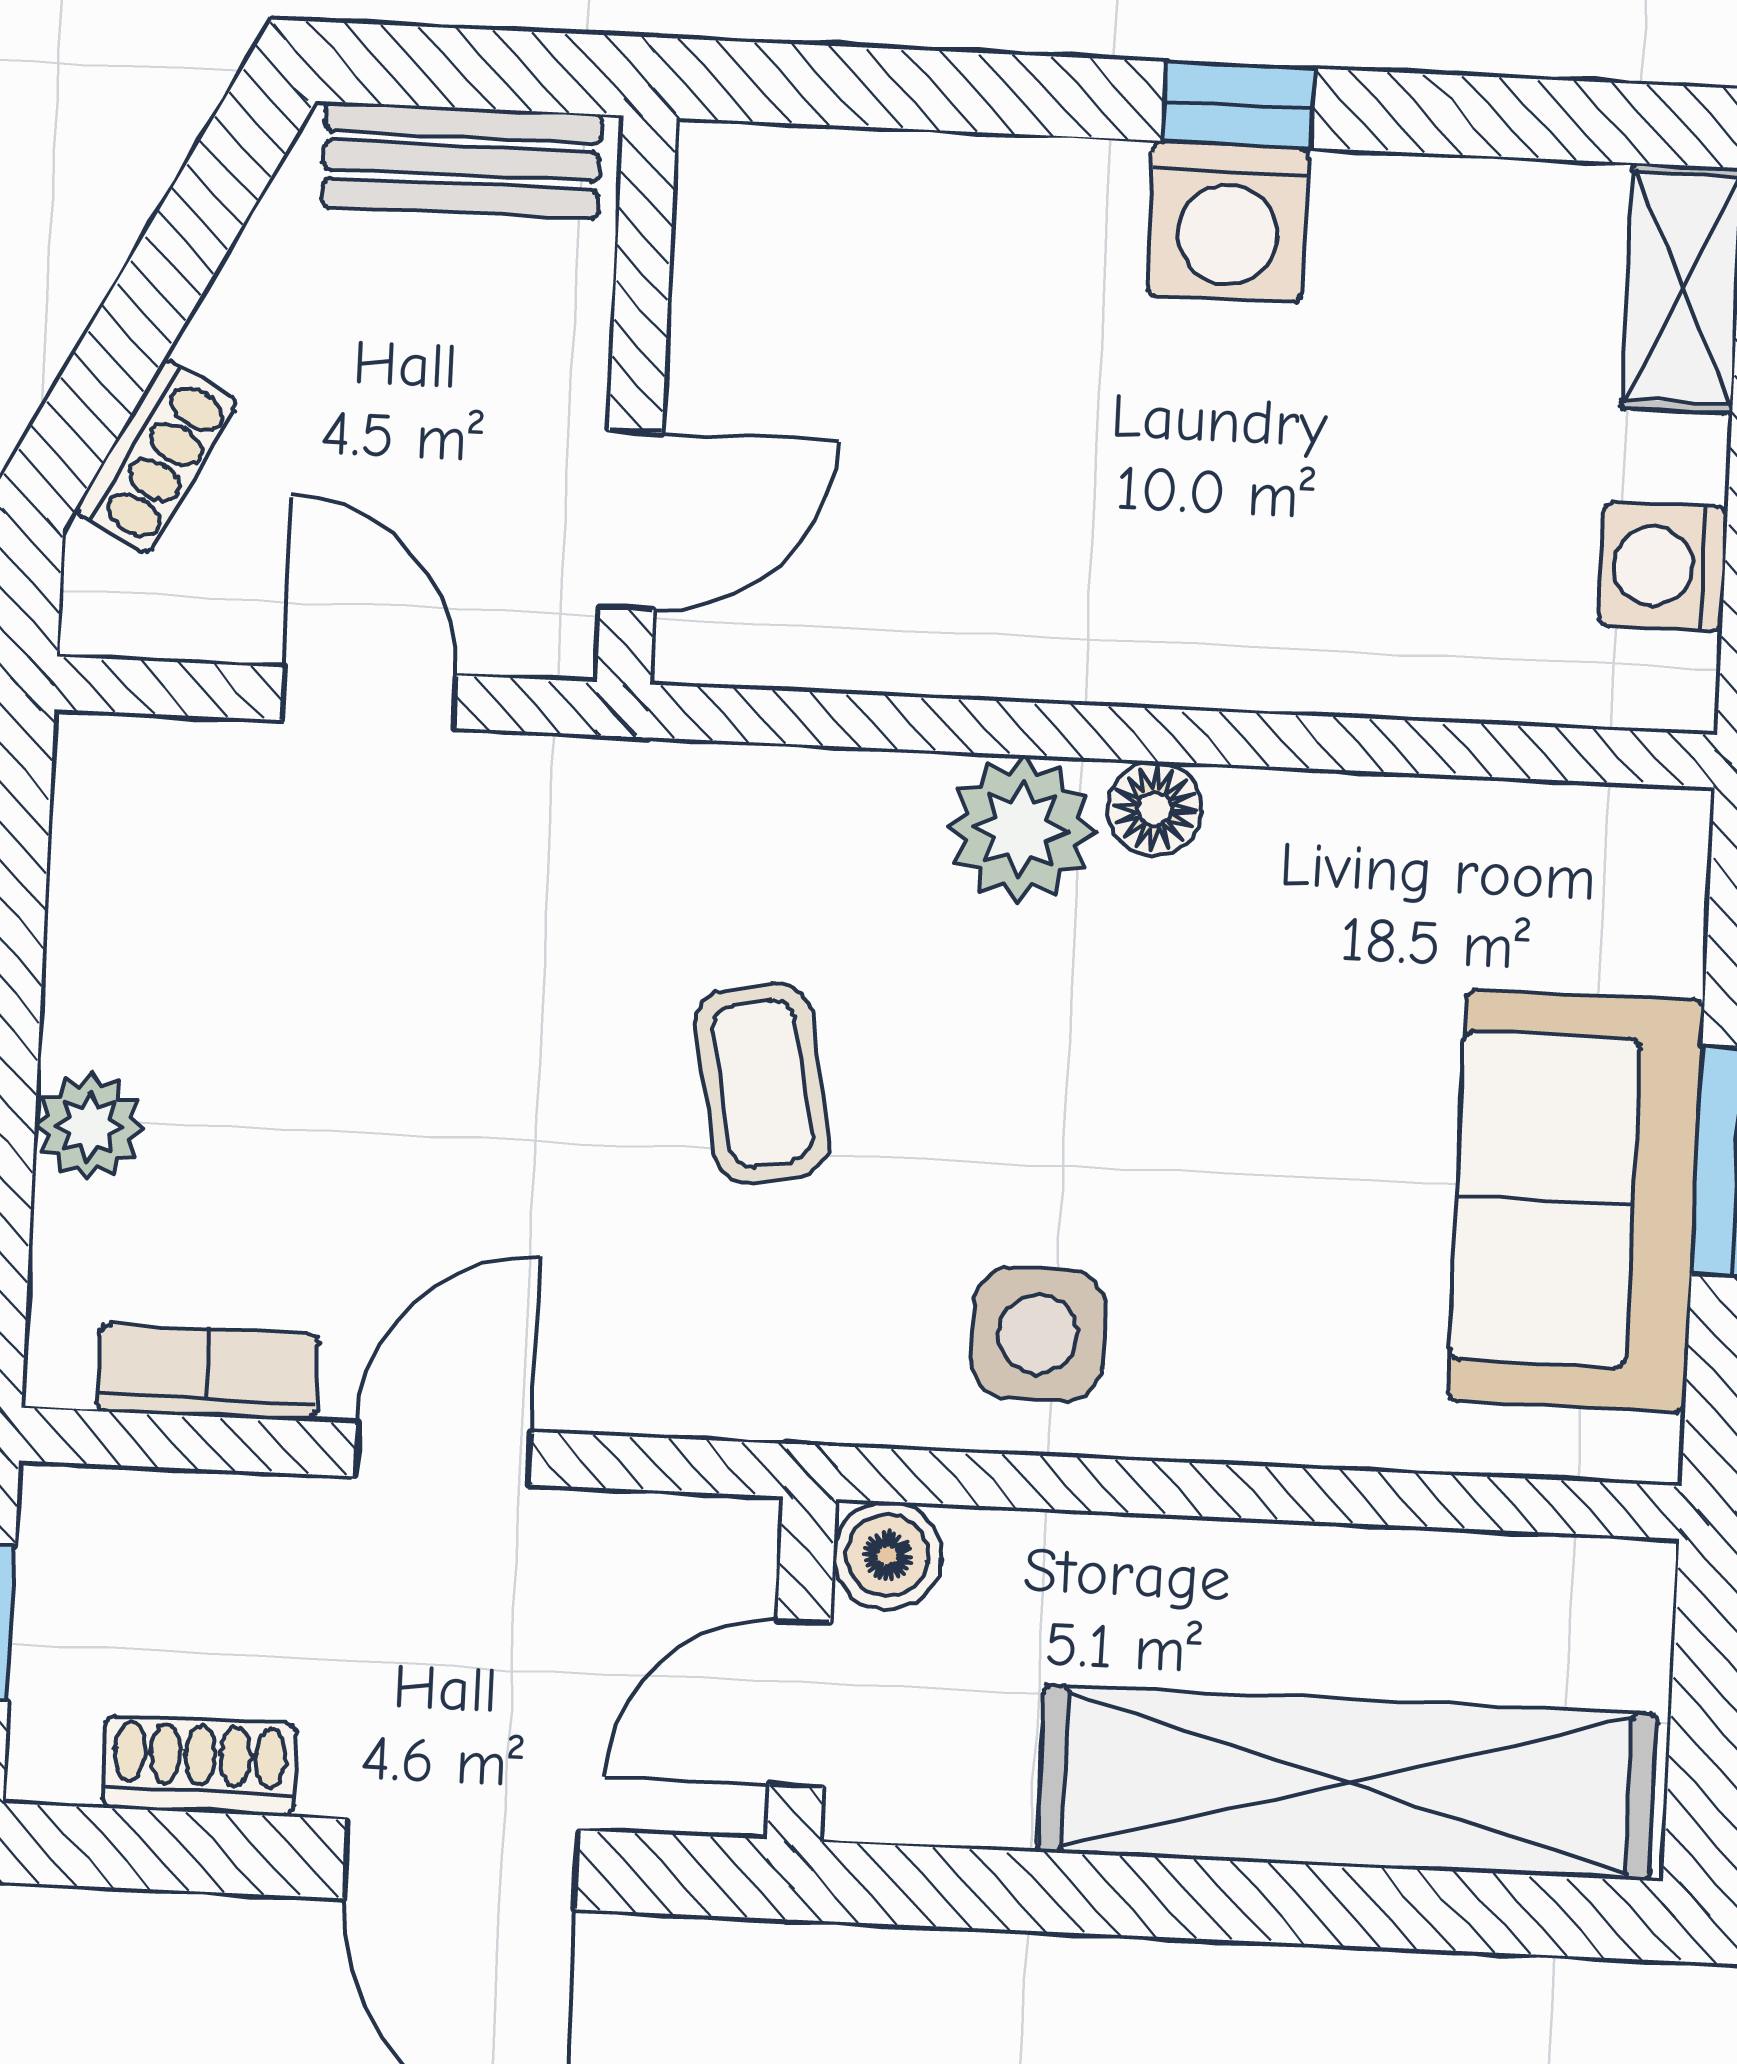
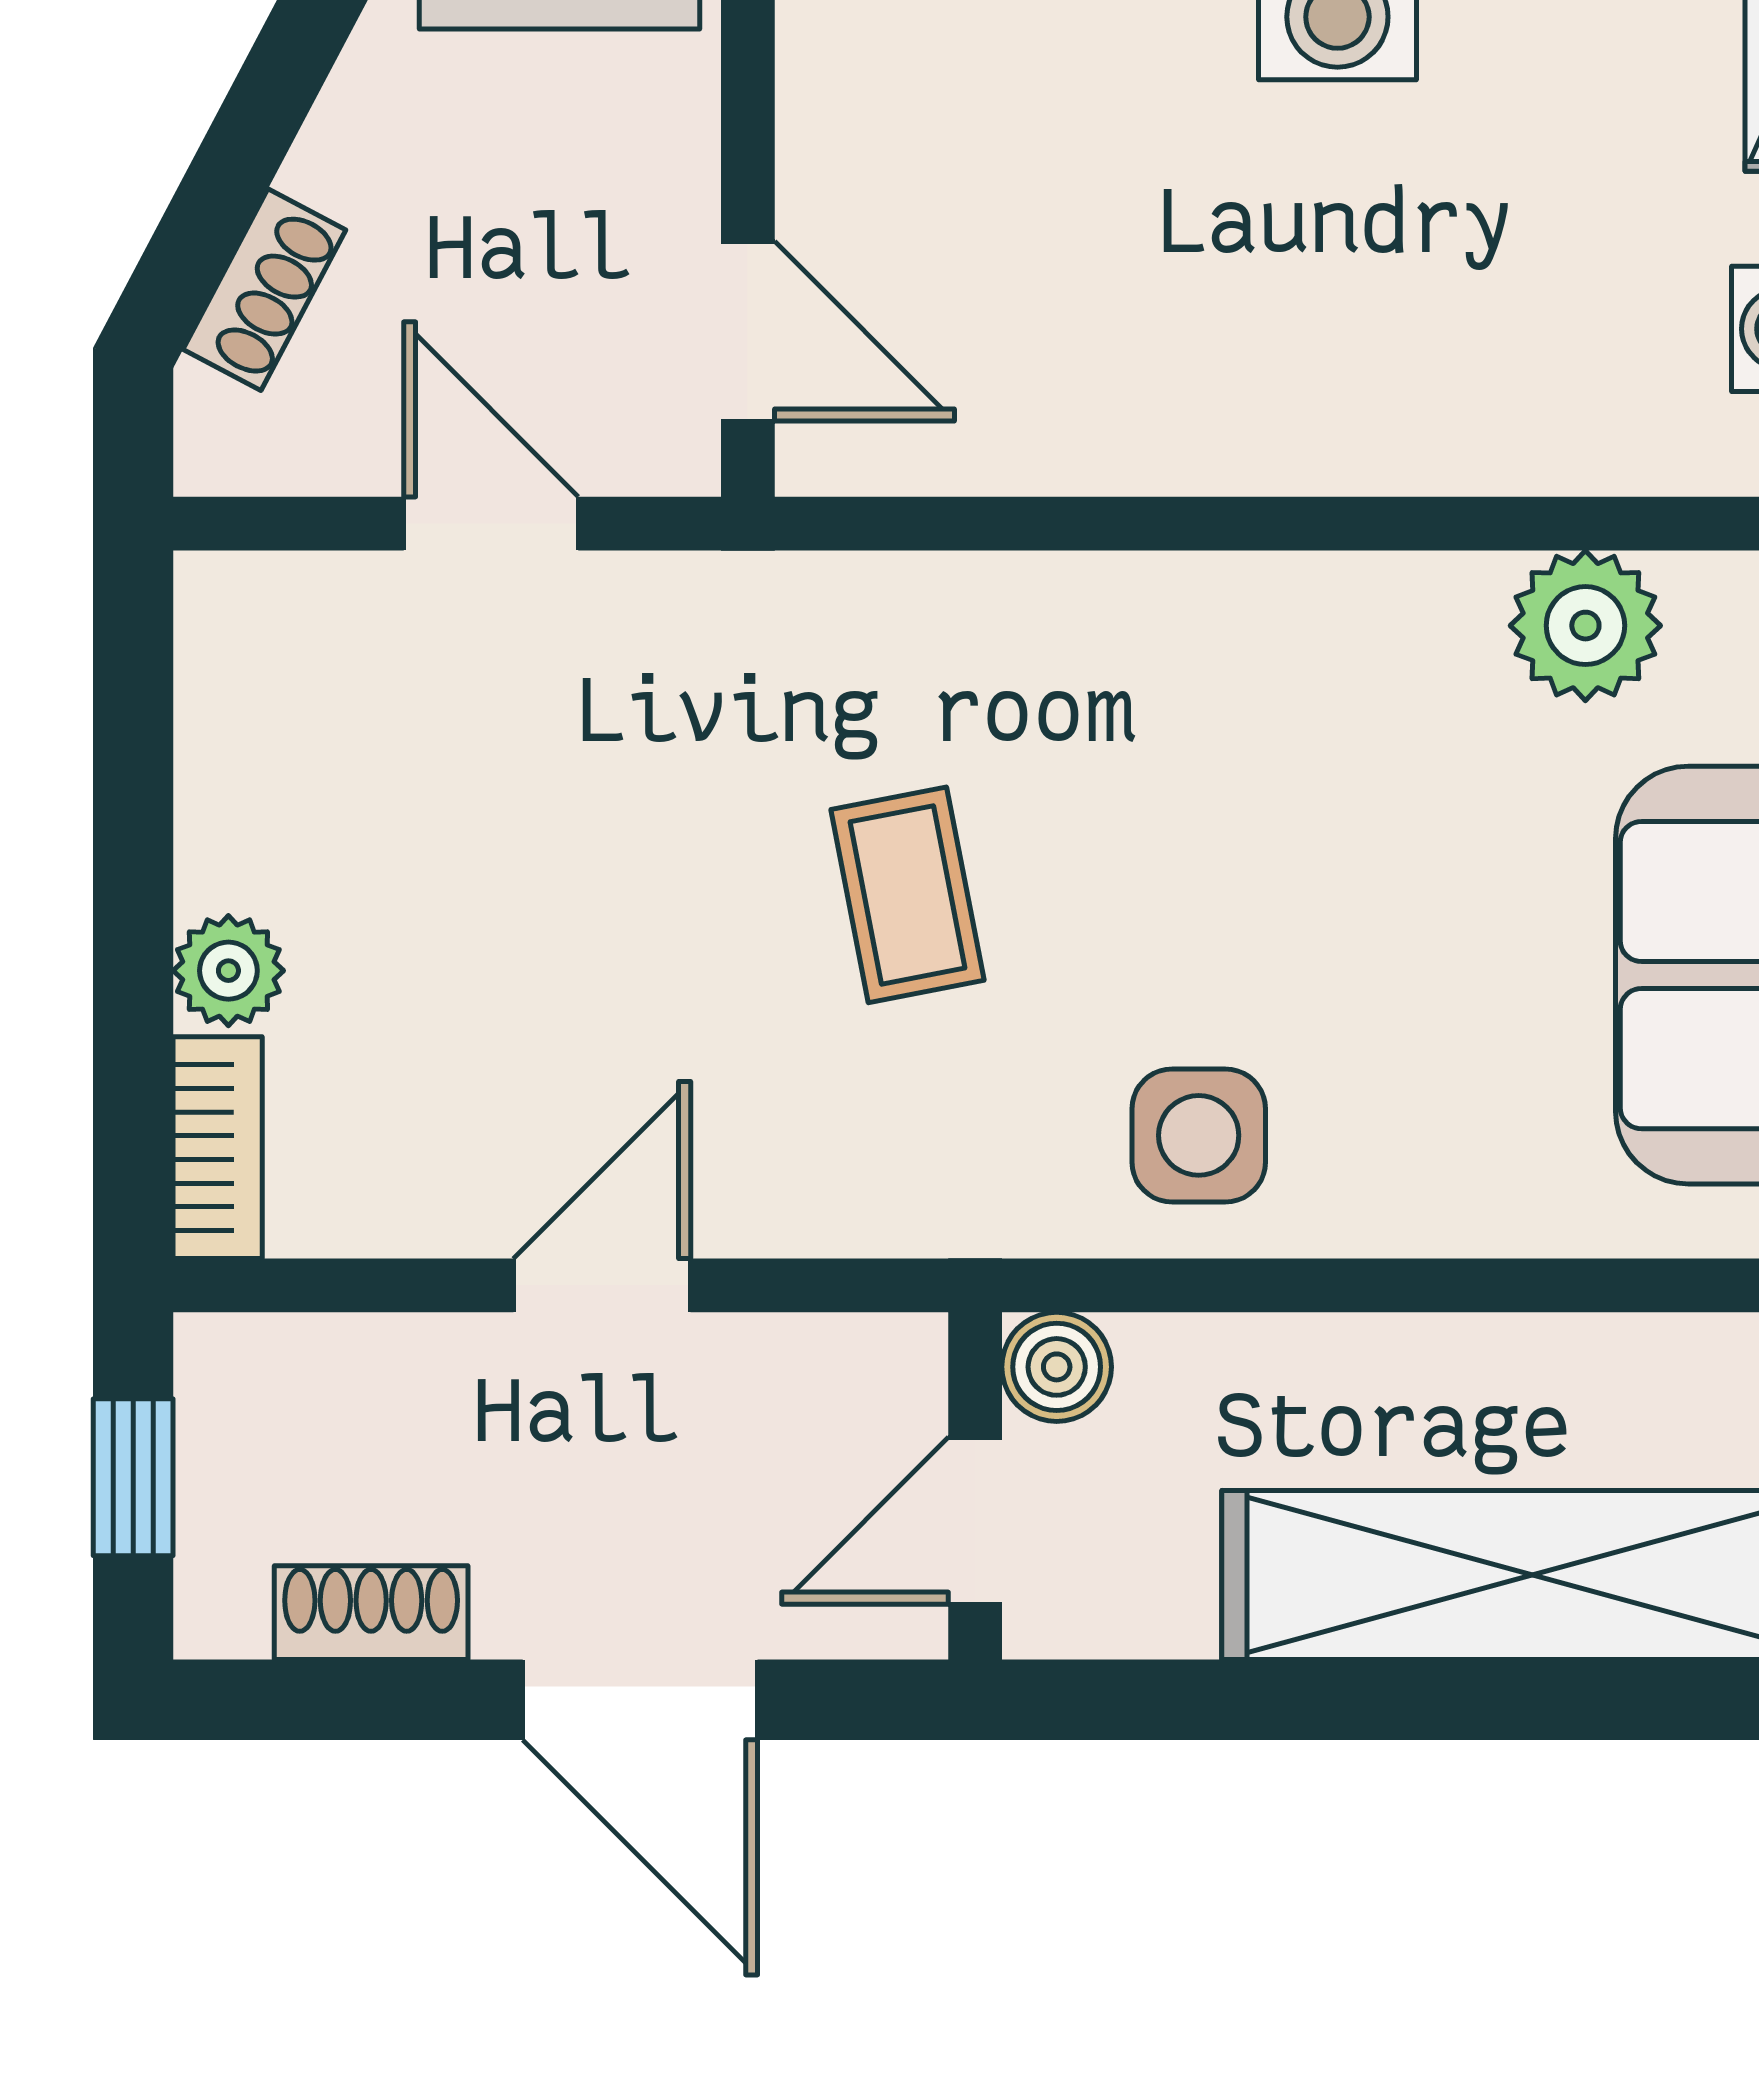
door: (631, 520) -> (748, 331), hinge flipped
floor lamp: (1155, 809) -> (1291, 598), removed
plant: (1021, 829) -> (1585, 626), moved
bookcase: (208, 1373) -> (218, 1148), moved, turned 90

